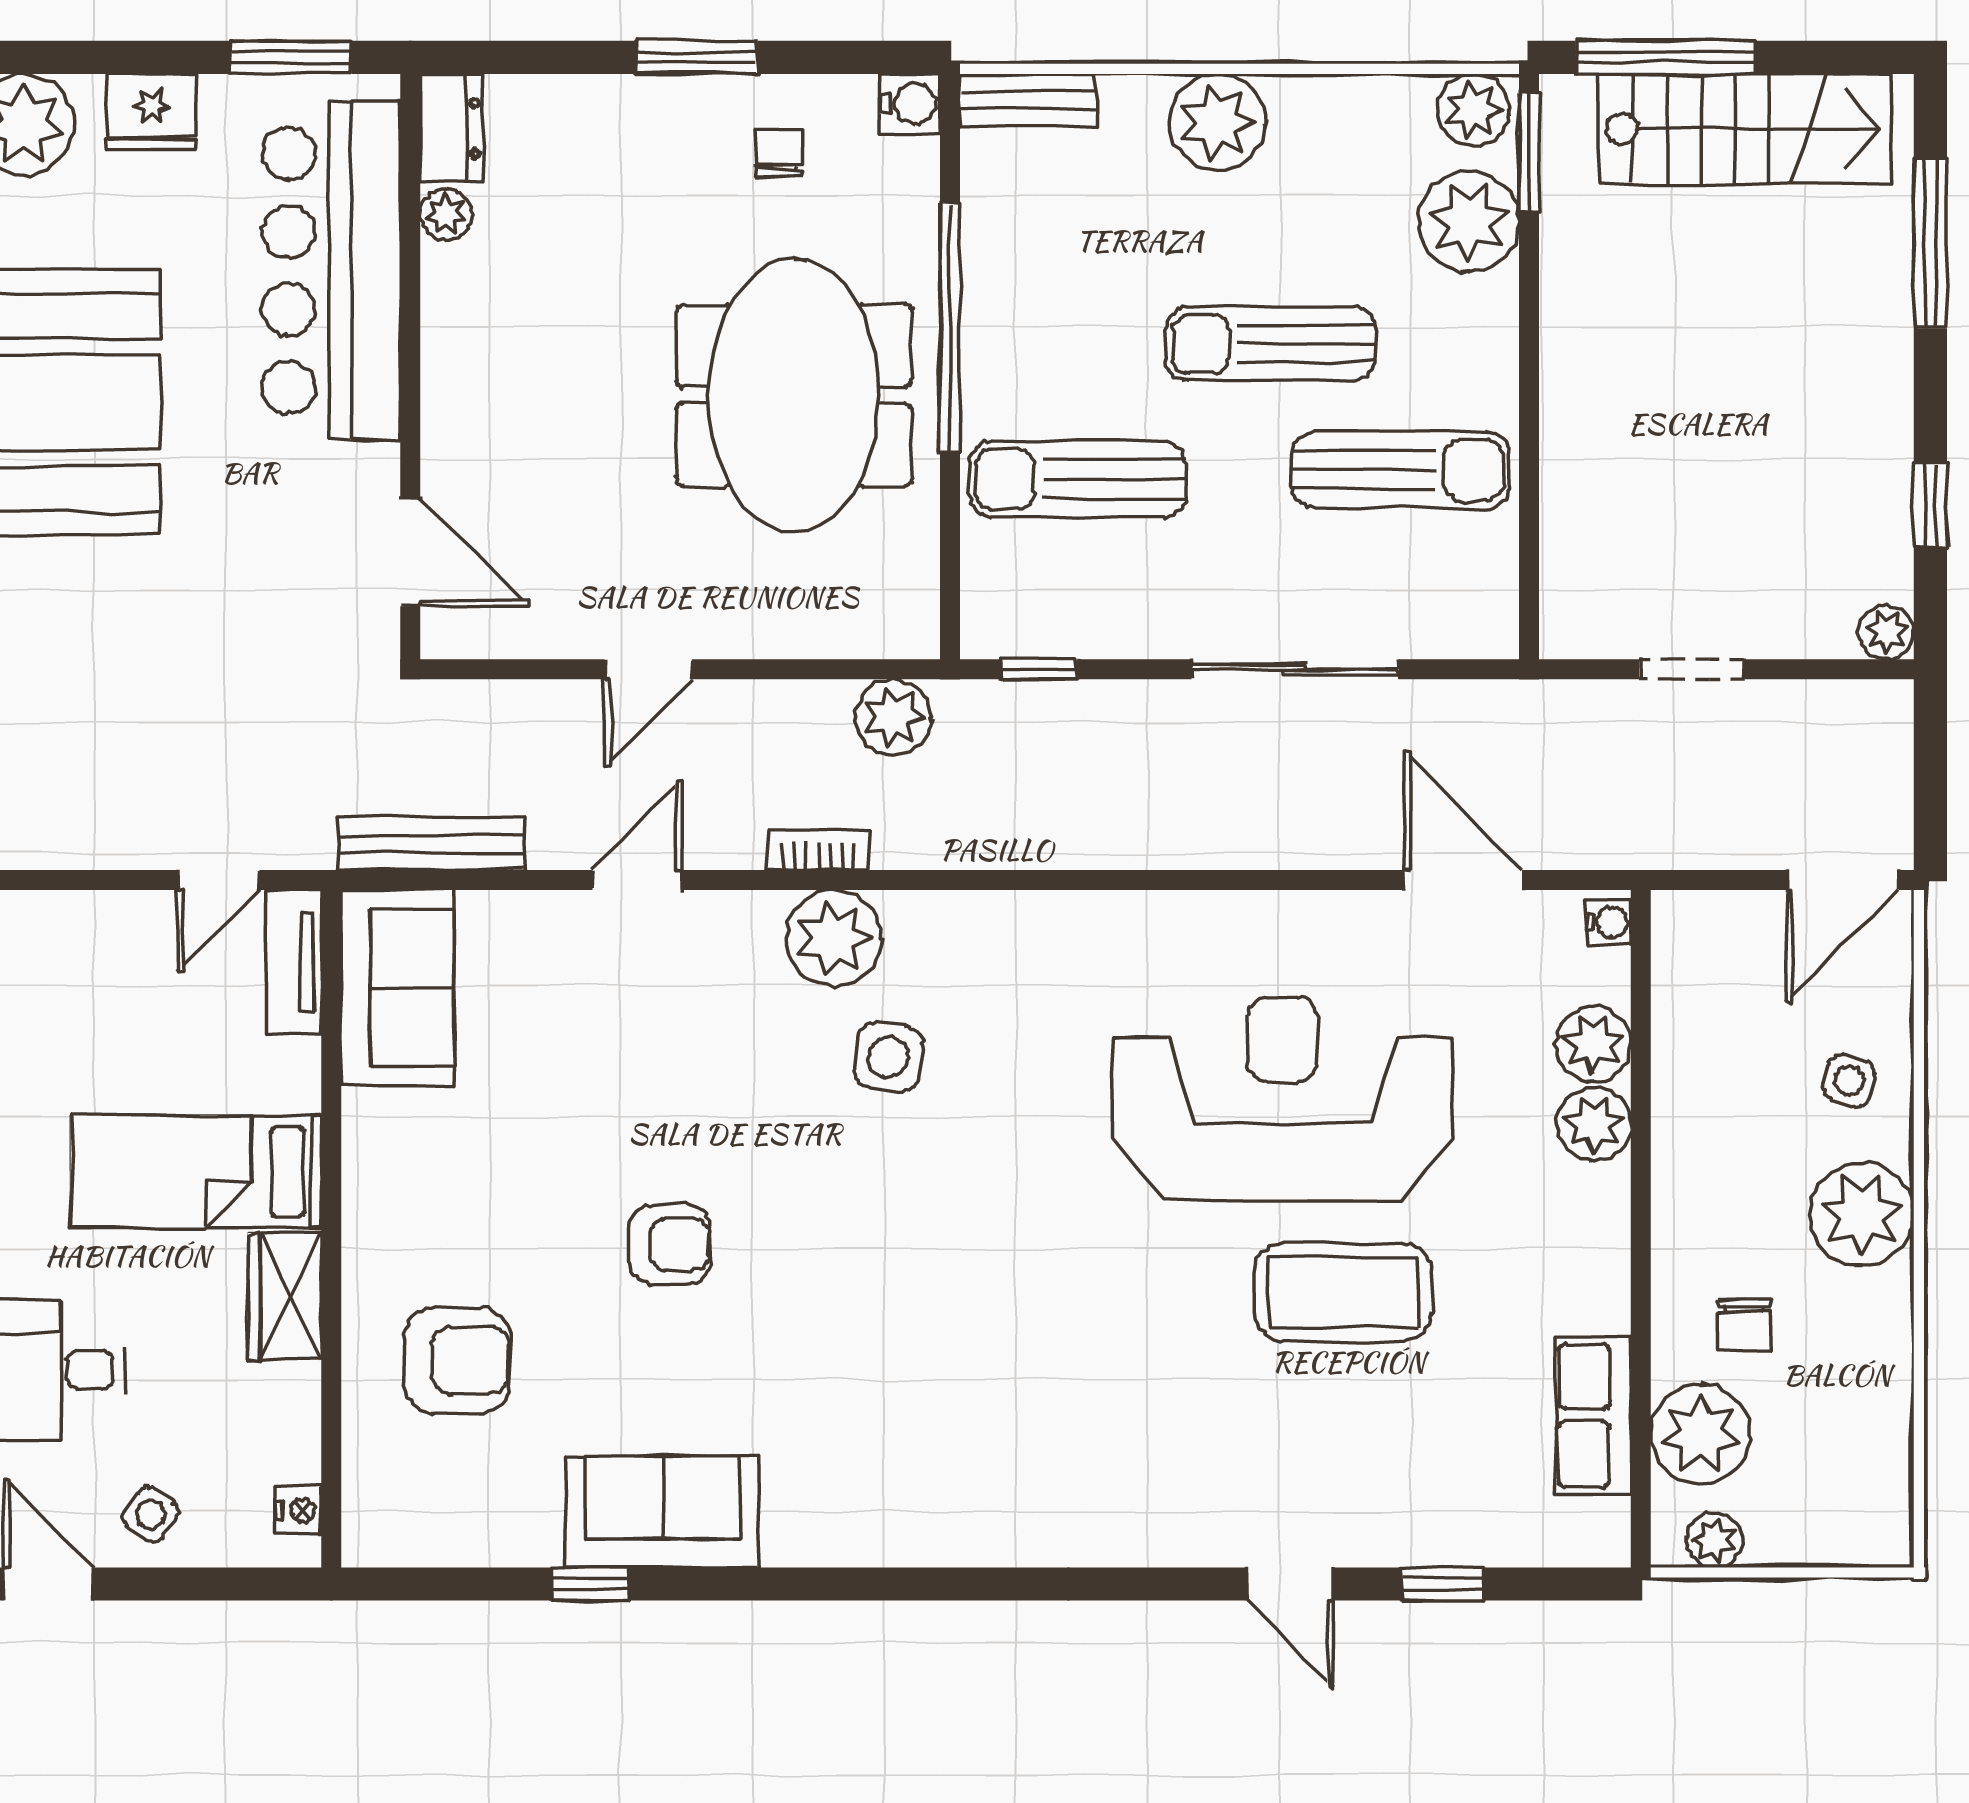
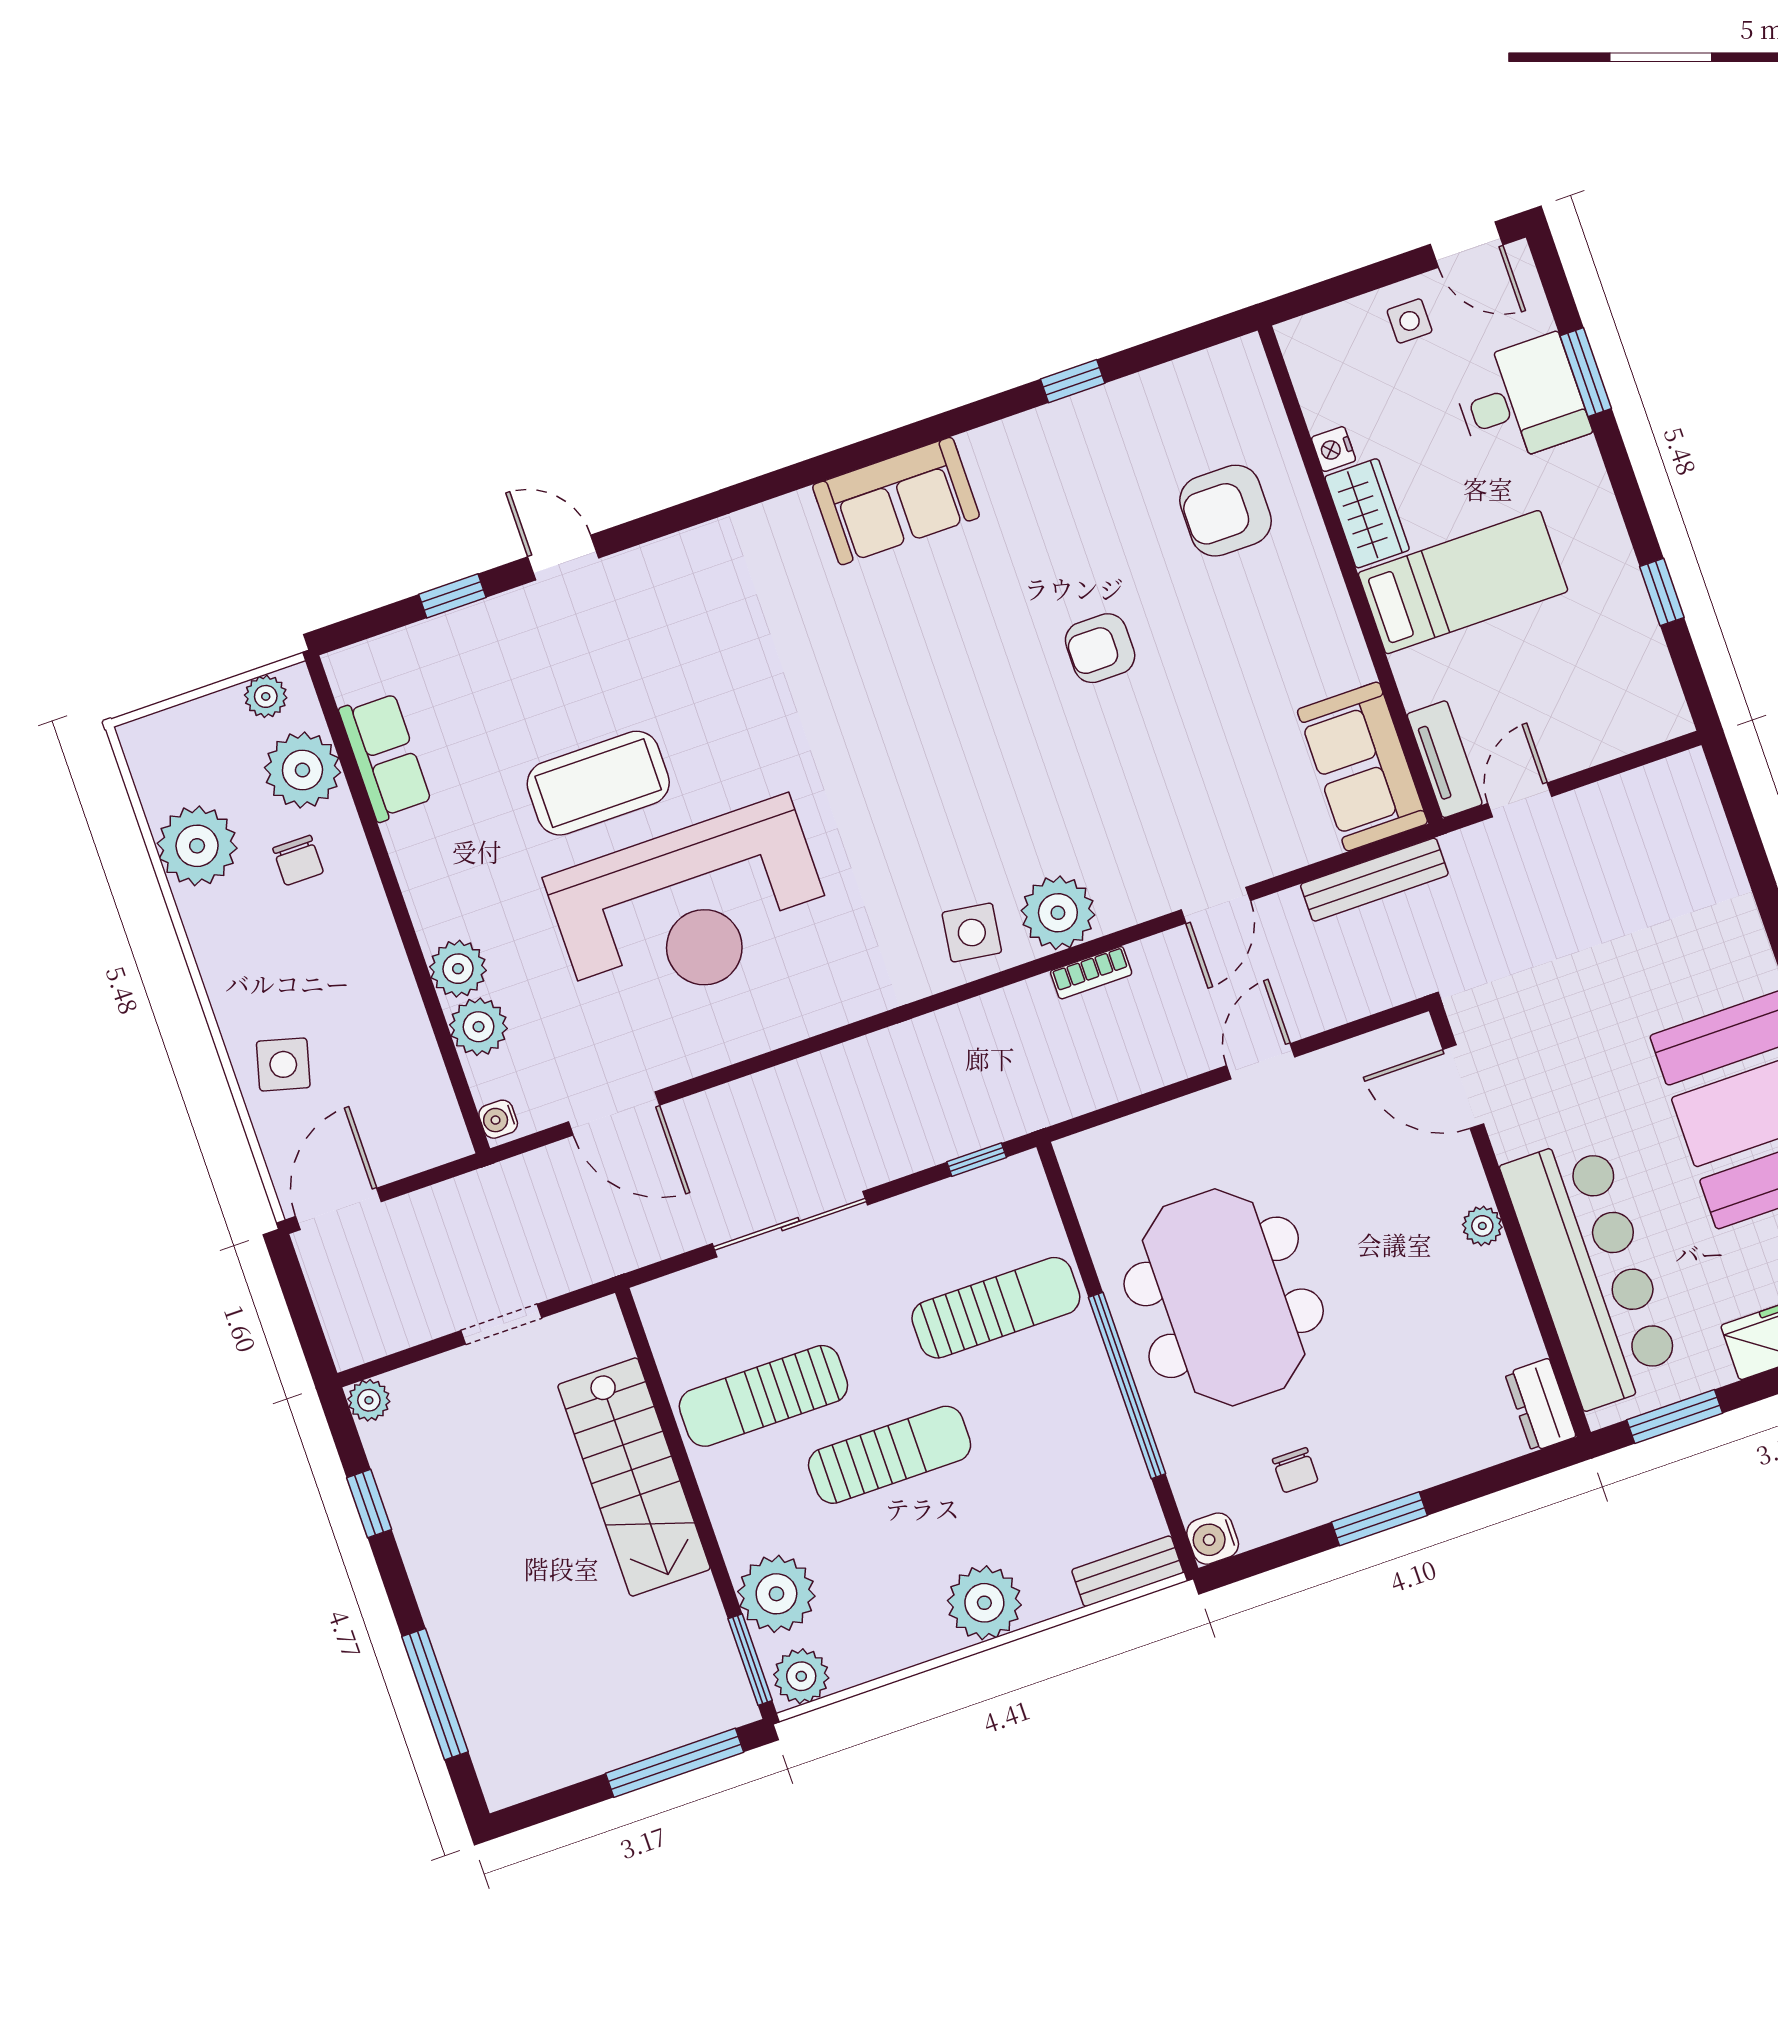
stairs: (1745, 129) -> (634, 1477), moved, turned -90
plant: (446, 214) -> (1482, 1226), moved
plant: (894, 717) -> (1070, 1088), removed
side table: (888, 1057) -> (972, 933), moved
side table: (1849, 1081) -> (283, 1064), width x1.37, depth x1.37
plant: (1862, 1215) -> (197, 846), moved
chair: (1744, 1325) -> (298, 860), turned 180
nightstand: (299, 1510) -> (1333, 449), moved
sofa: (662, 1512) -> (896, 501), moved
side table: (151, 1515) -> (1410, 321), turned -35

